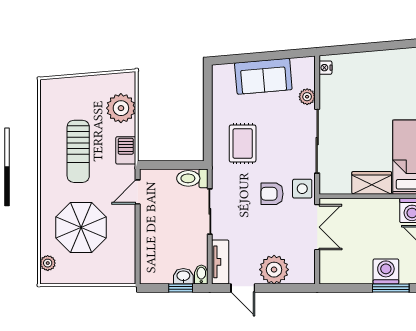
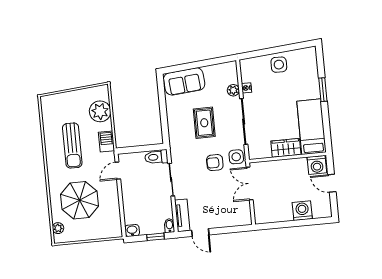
side table: (373, 67) -> (279, 65), added
nightstand: (325, 68) -> (246, 88), moved
sofa: (263, 76) -> (184, 81), moved
rug: (243, 144) -> (204, 123), moved
double door: (317, 227) -> (250, 184), swing flipped
plant: (274, 270) -> (222, 217), removed
washbasin: (183, 276) -> (132, 230), moved
window: (391, 288) -> (307, 222), removed

